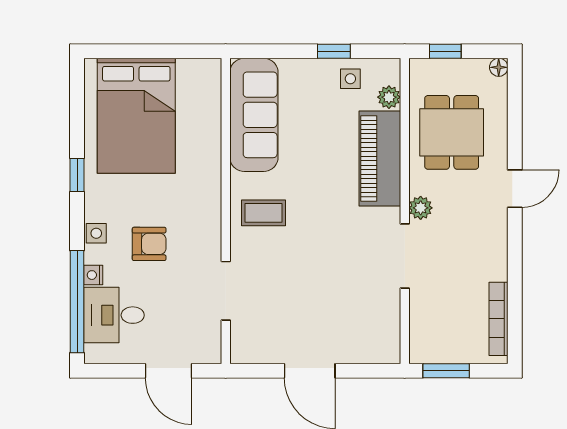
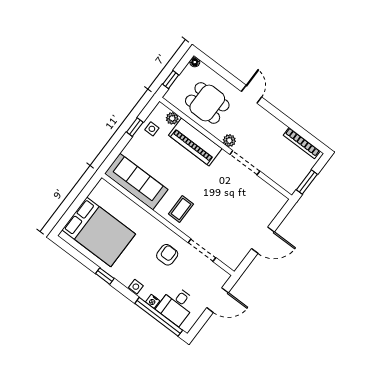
armchair: (149, 244) -> (167, 255), moved

